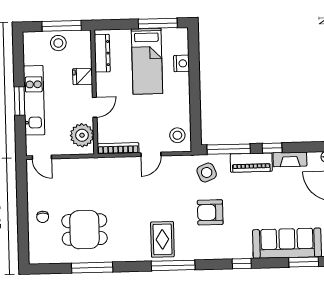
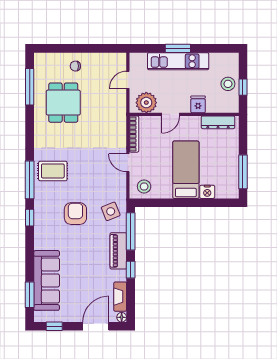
window: (62, 26) -> (243, 87), width x0.46
bed: (147, 61) -> (186, 170), moved, turned 90
door: (95, 107) -> (171, 114), hinge flipped
door: (42, 157) -> (128, 80), moved
fireplace: (290, 159) -> (120, 297), moved
window: (242, 264) -> (30, 218), moved
window: (92, 268) -> (30, 87), moved

